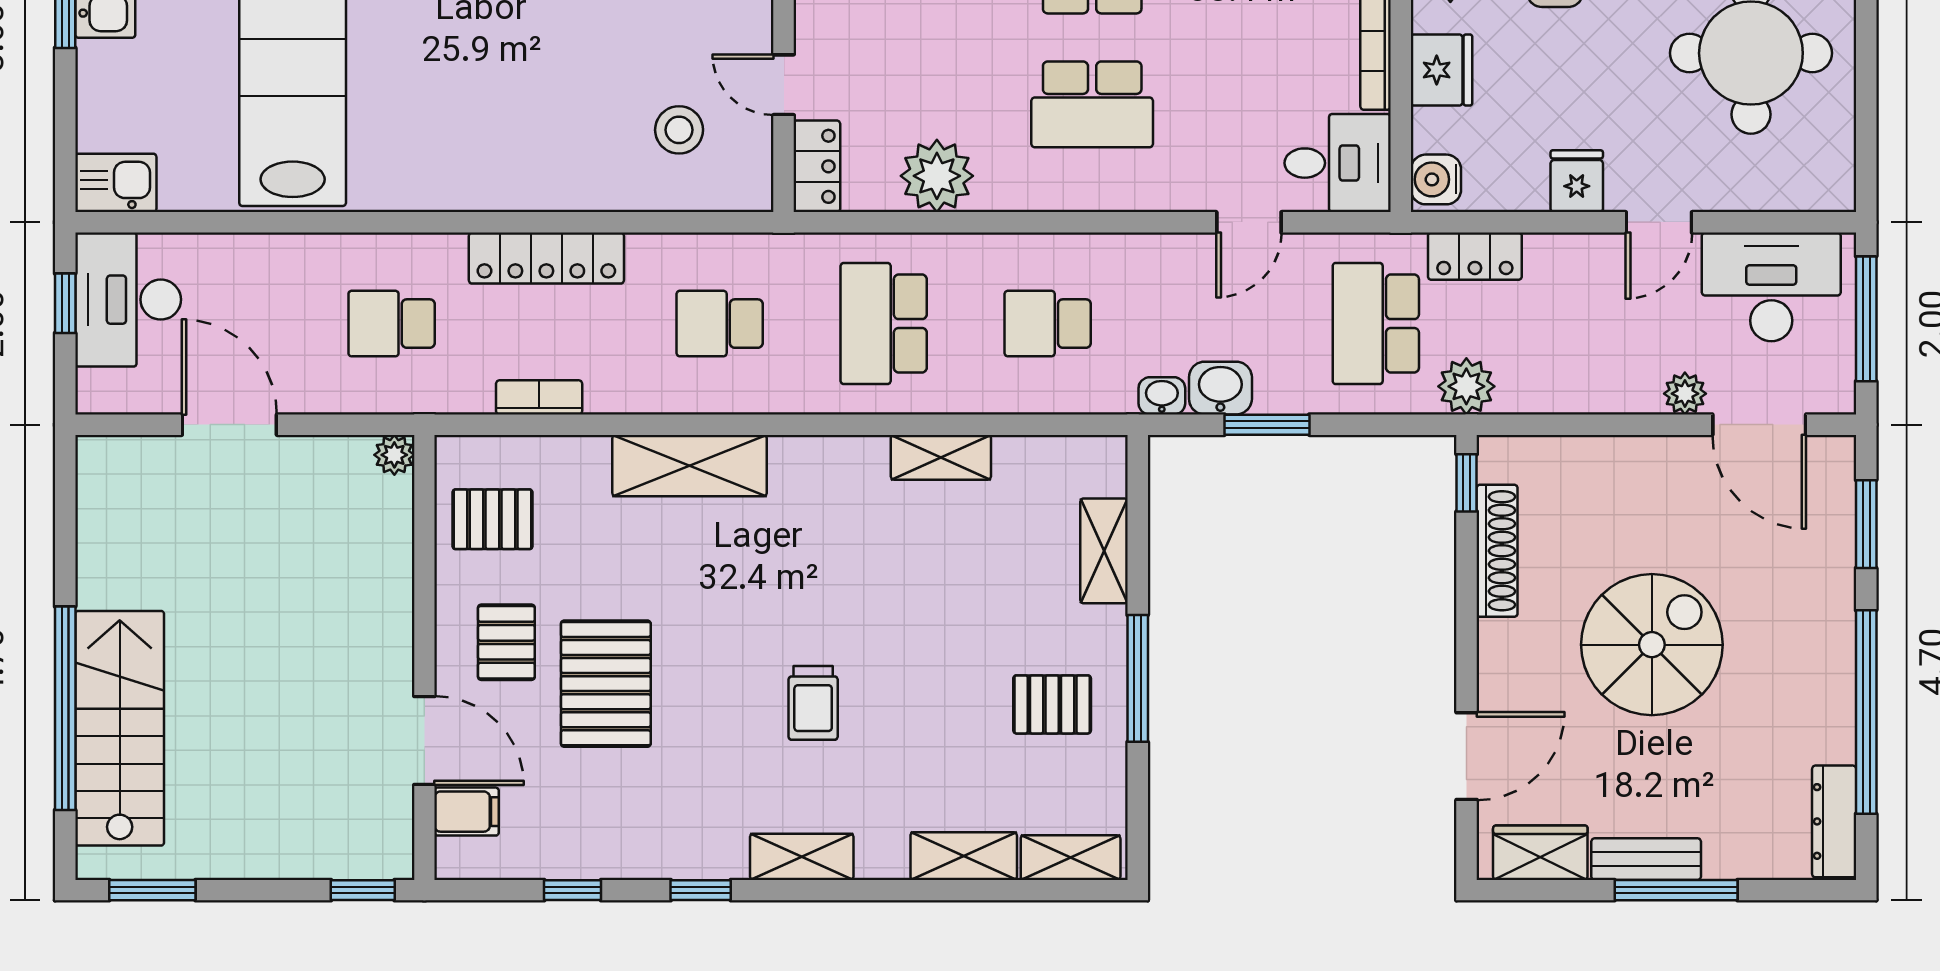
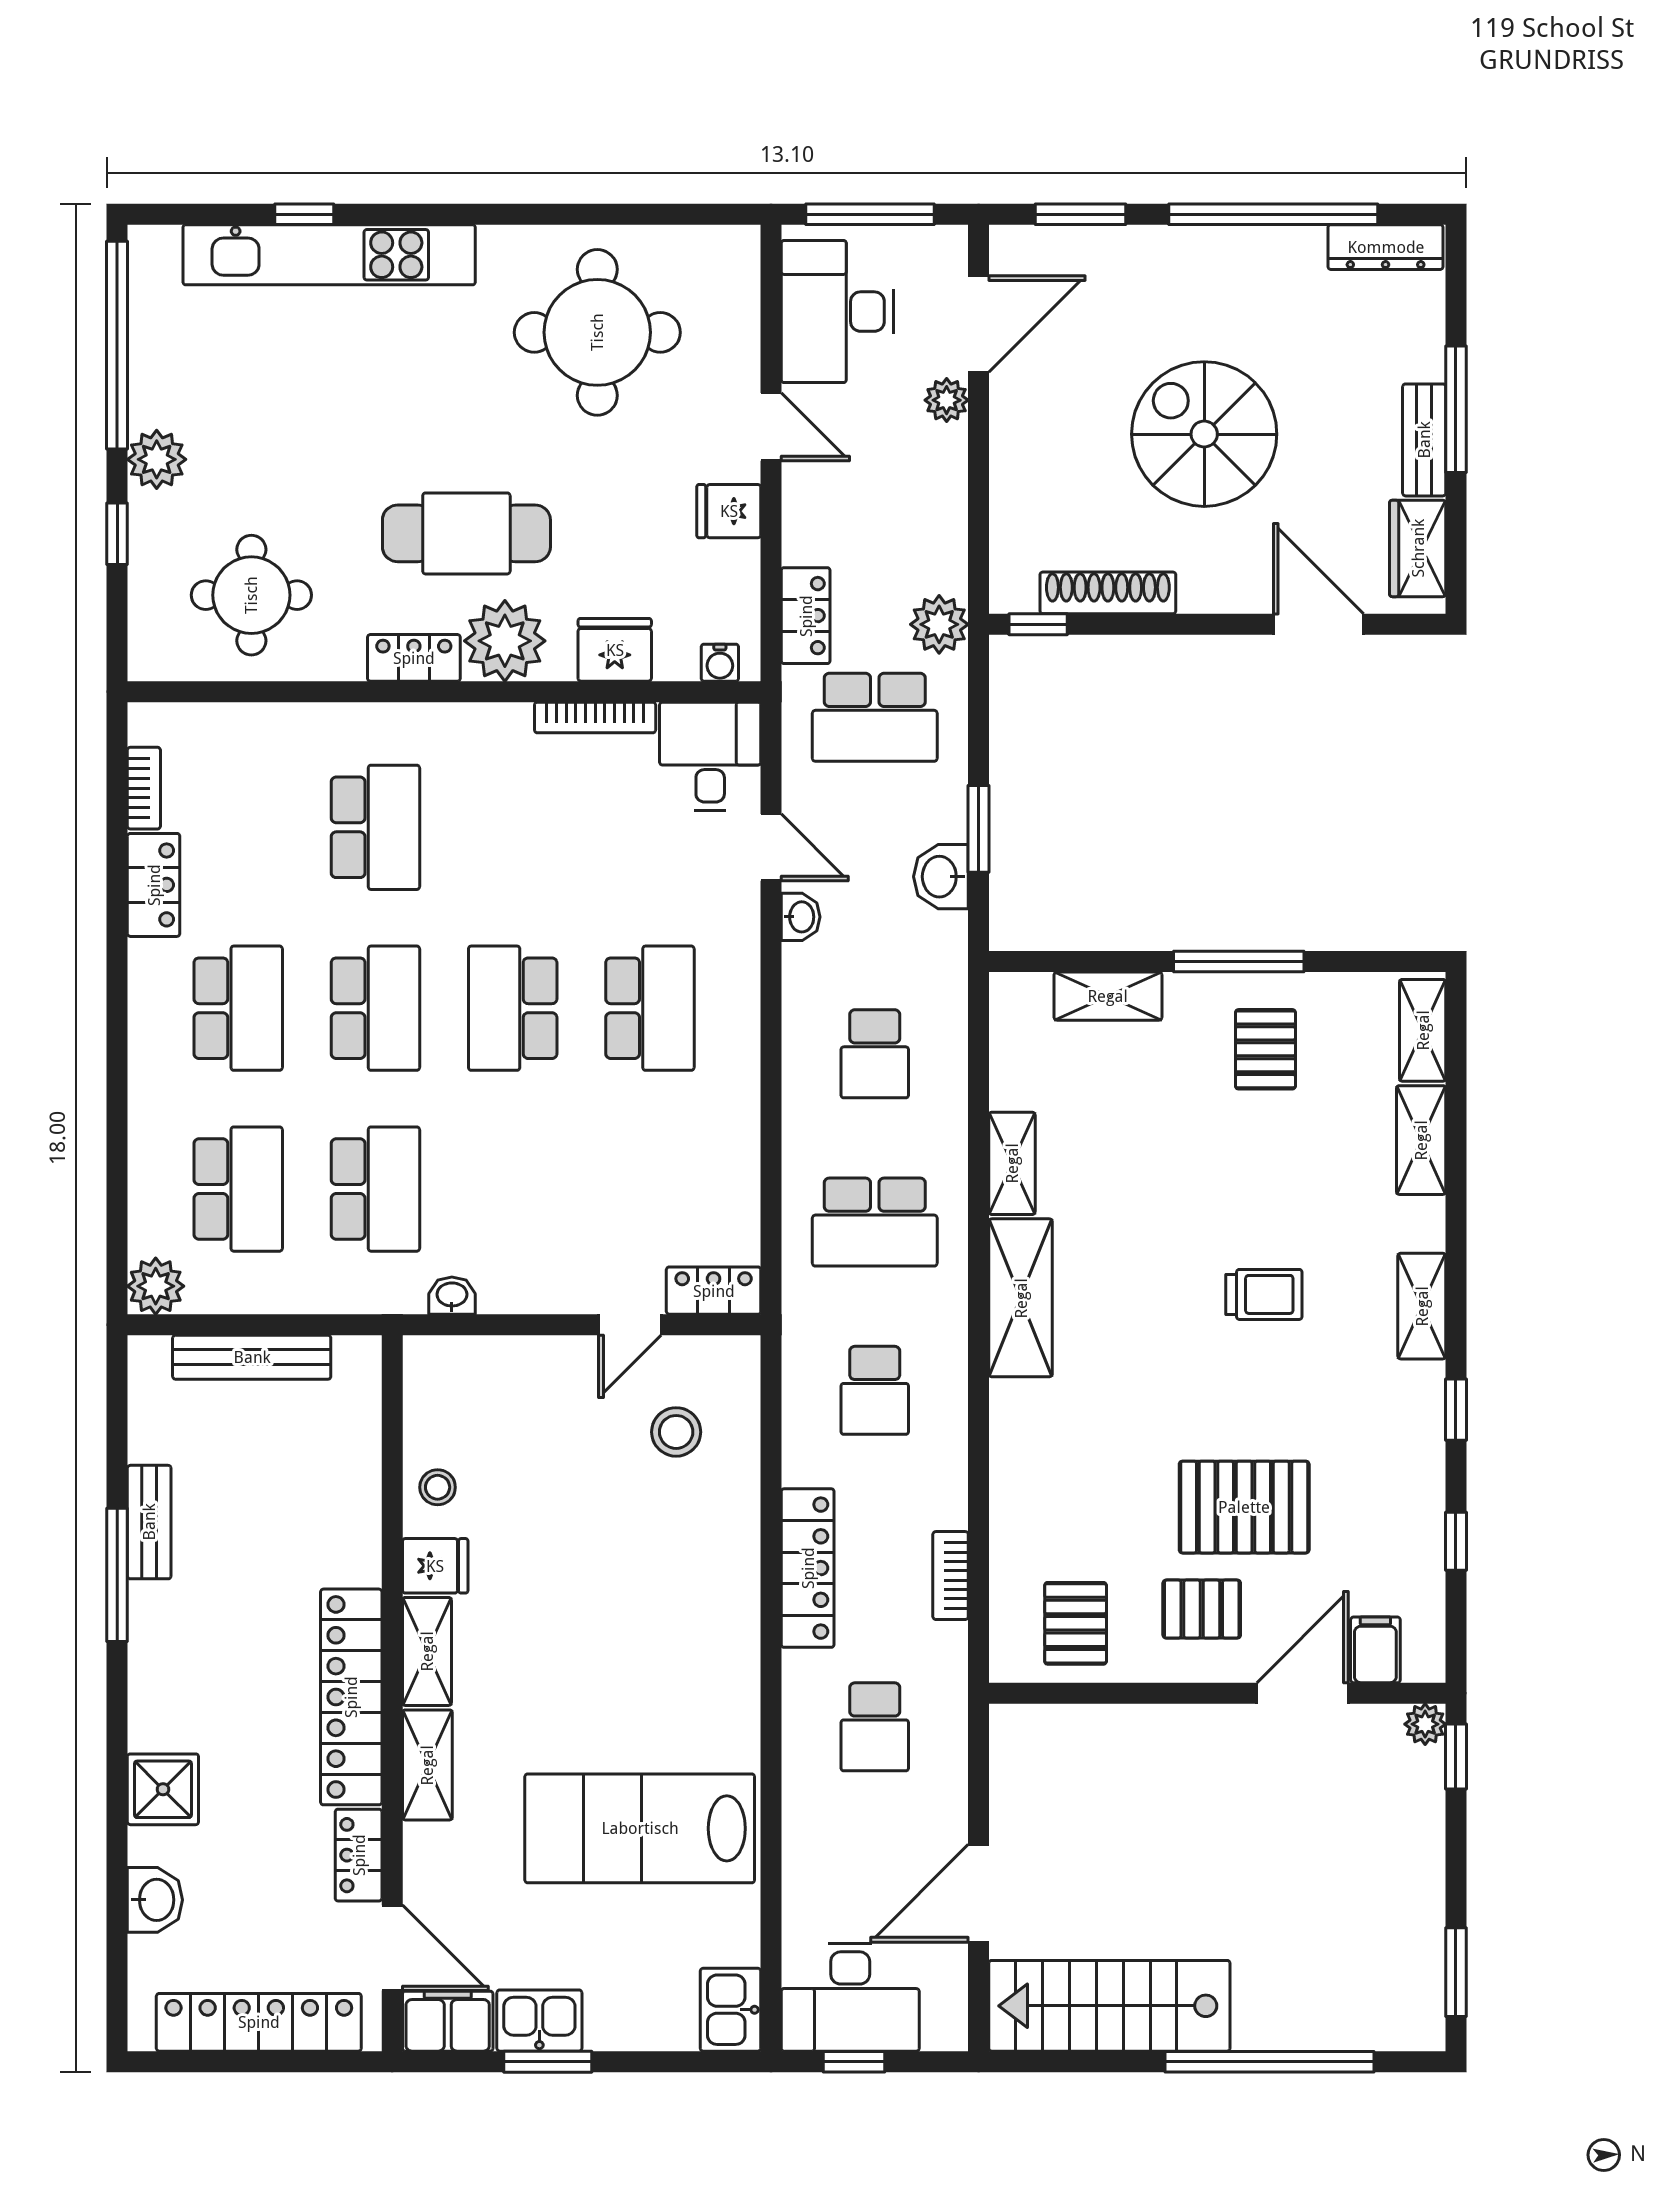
plant: (937, 176) -> (723, 1168), removed
water cooler: (1436, 179) -> (720, 663), width x0.72, depth x0.72
washbasin: (1162, 396) -> (801, 917), moved, turned 180
plant: (394, 455) -> (1425, 1724), moved
shelving: (690, 466) -> (1021, 1298), moved
stairs: (120, 728) -> (1109, 2006), moved

